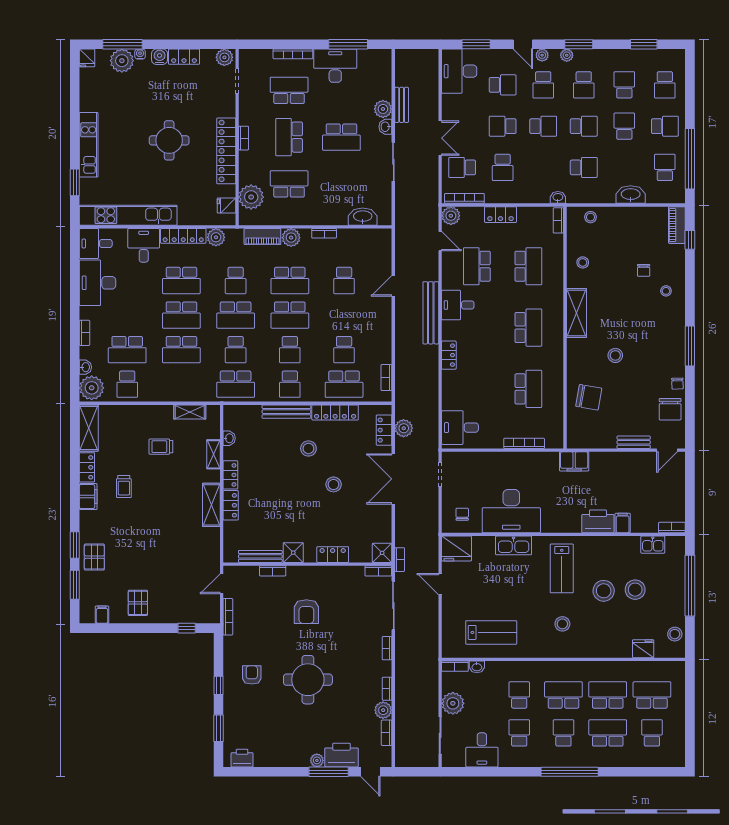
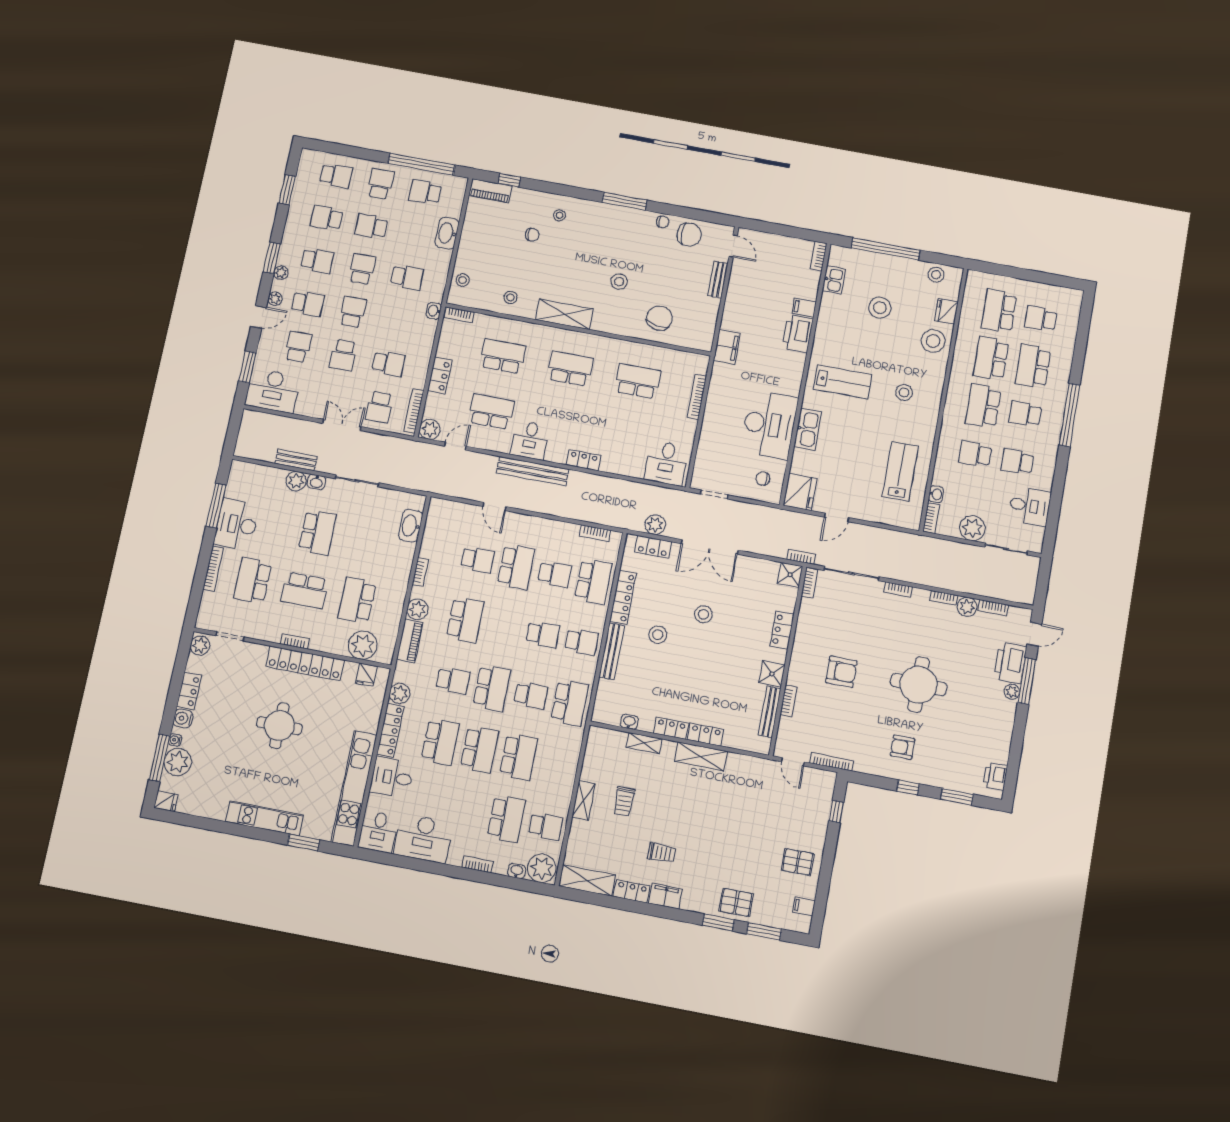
school desk: (584, 167) -> (407, 277), turned 90
school desk: (477, 266) -> (491, 412), turned 180
school desk: (290, 315) -> (516, 567), moved
shelving: (190, 412) -> (583, 800), moved
stool: (604, 591) -> (933, 341), moved

